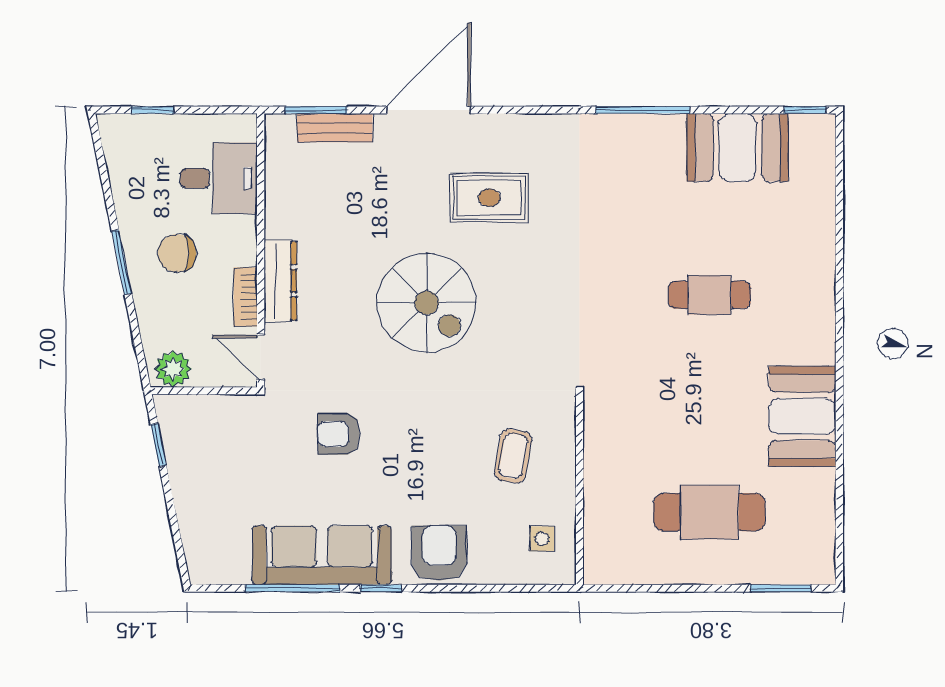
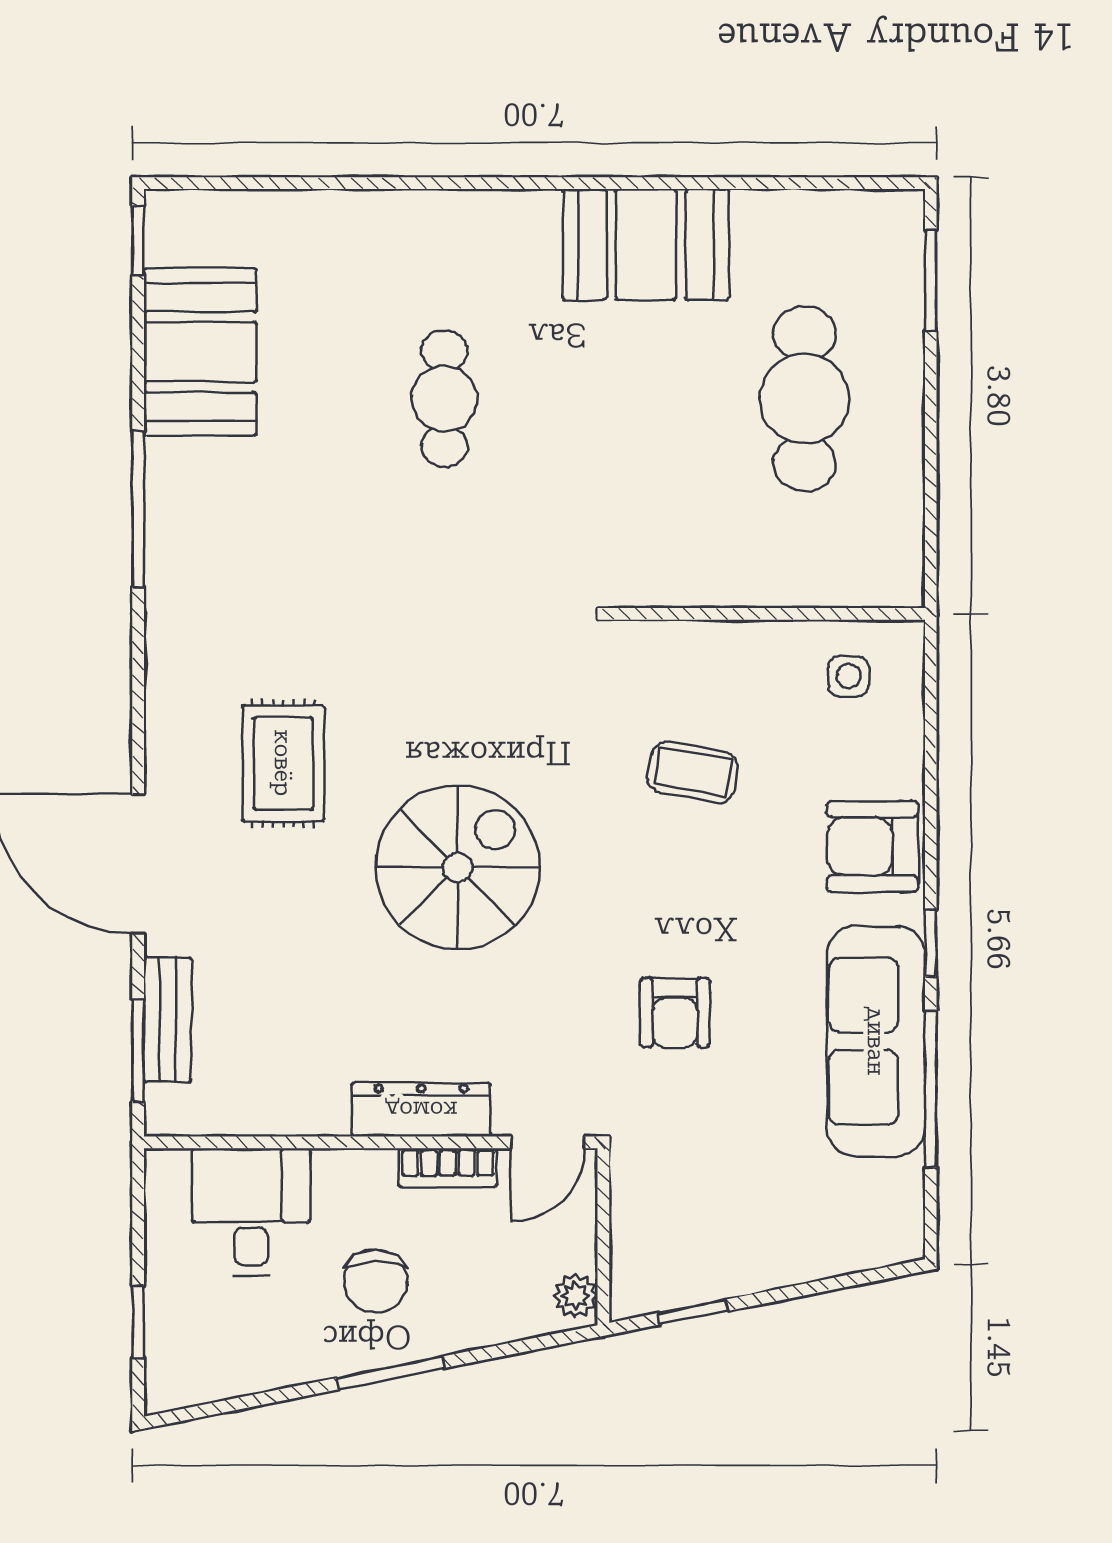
plant: (173, 369) -> (575, 1296), width x0.73, depth x0.73
coffee table: (513, 456) -> (693, 772), moved

